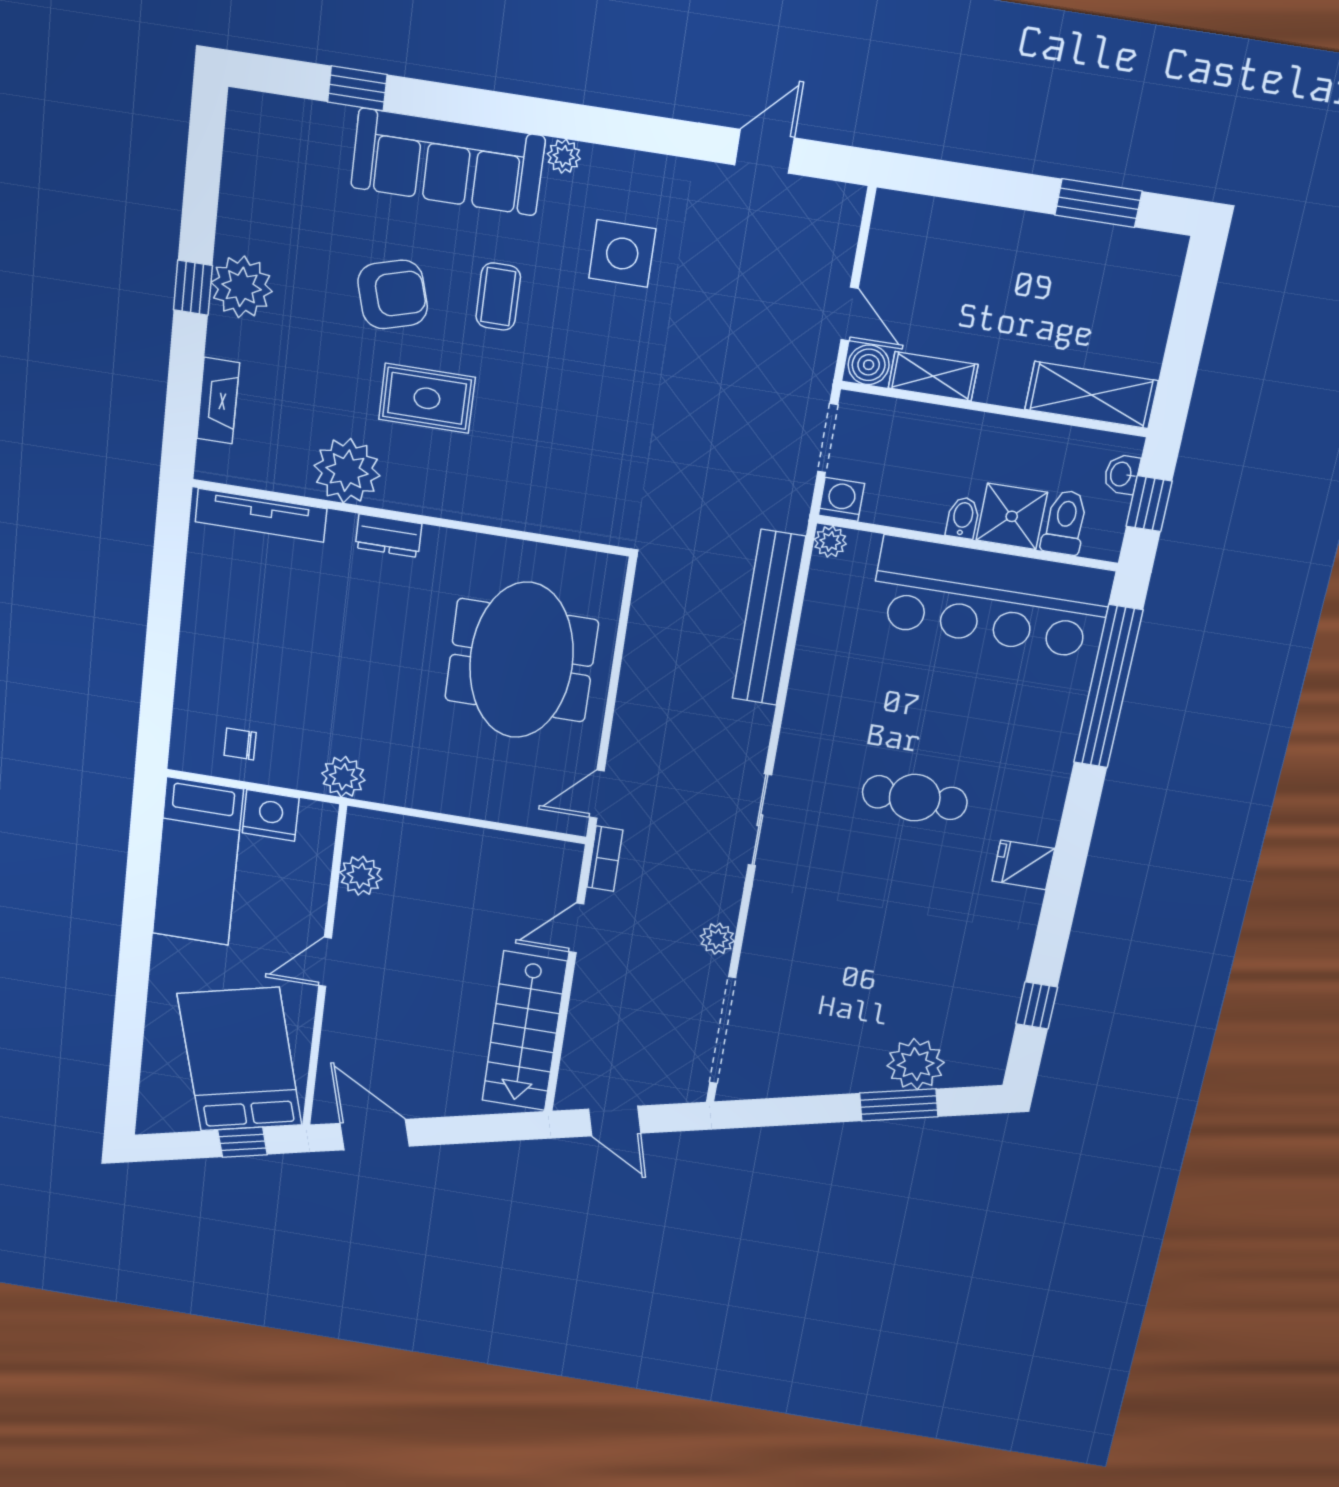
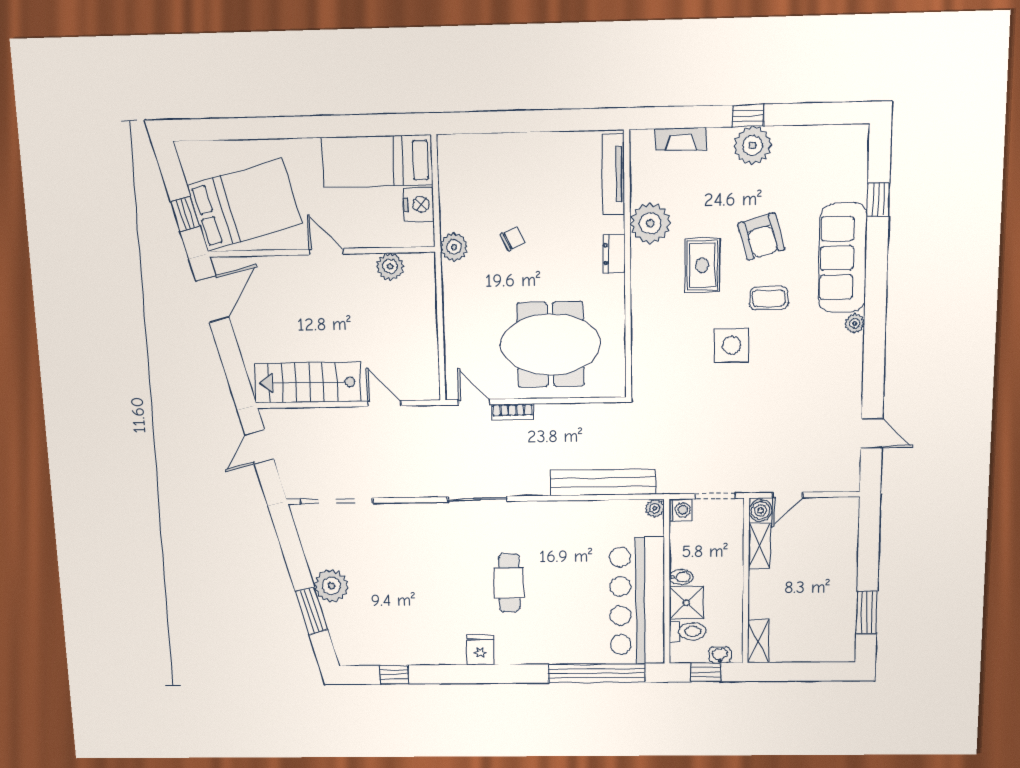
side table: (622, 254) -> (732, 345), moved
shelving: (1091, 395) -> (758, 641), width x0.67, depth x0.75
chair: (240, 744) -> (512, 239), moved, turned 65
bookcase: (605, 859) -> (512, 412), moved
plant: (717, 939) -> (396, 488), removed
plant: (916, 1064) -> (331, 586), moved

